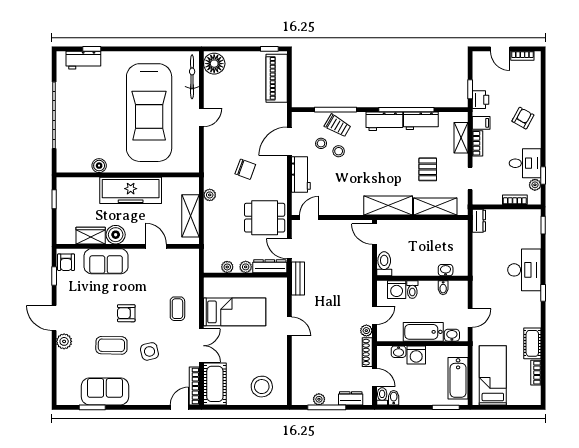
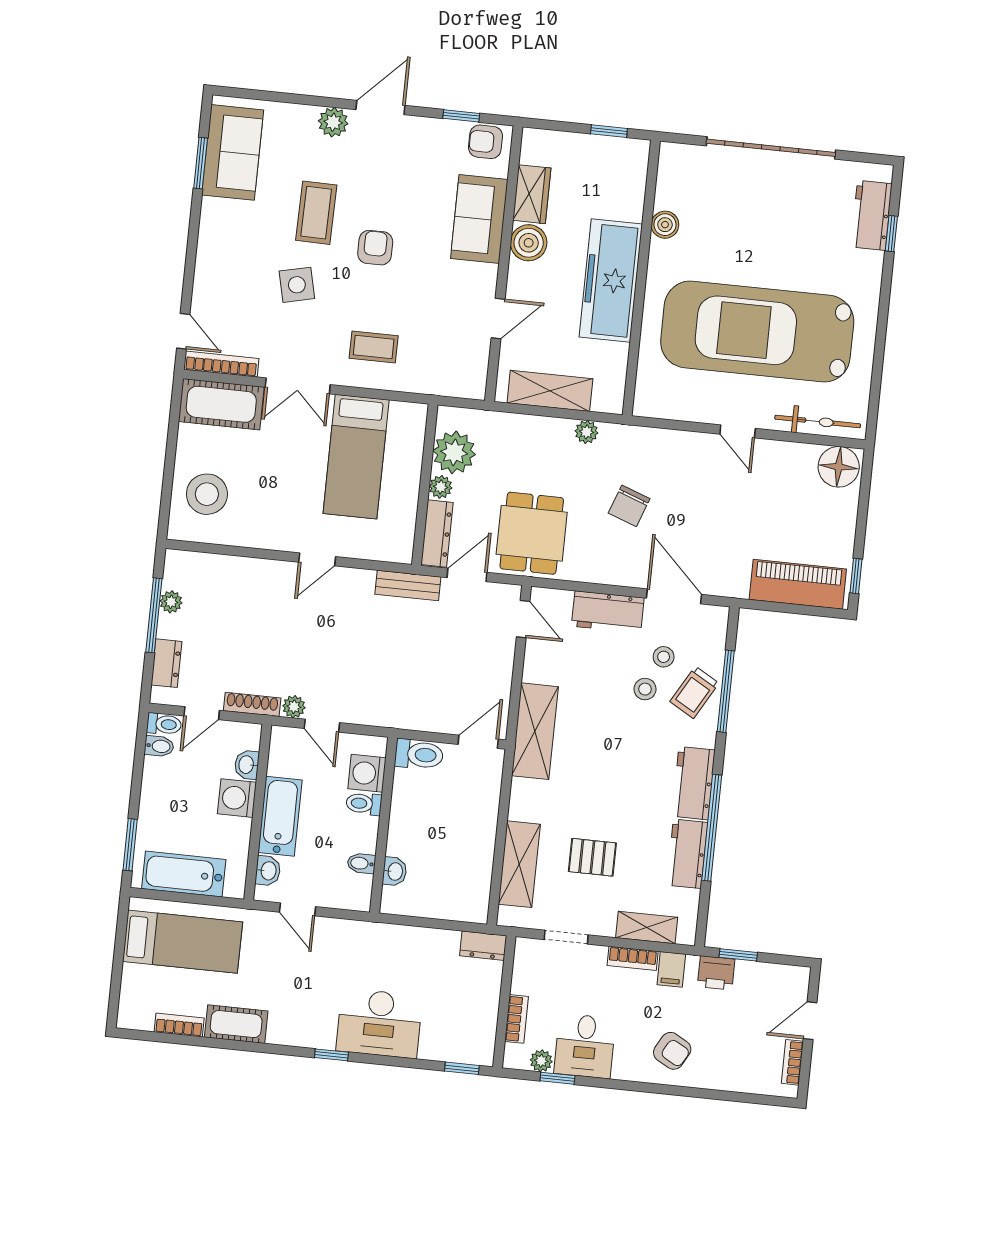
shelving: (388, 206) -> (535, 731), moved
plant: (227, 267) -> (454, 452), width x1.88, depth x1.88
sofa: (105, 391) -> (233, 152), moved

